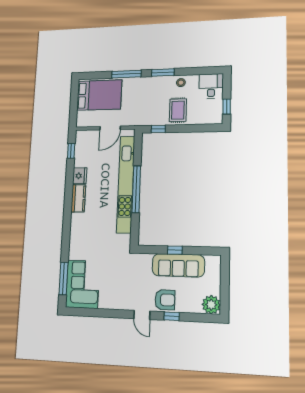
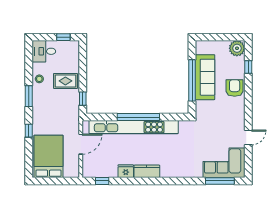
window: (126, 74) -> (29, 131), width x0.46
door: (110, 128) -> (81, 144), hinge flipped
window: (175, 250) -> (192, 80), width x3.17
door: (142, 315) -> (248, 138), moved
window: (172, 316) -> (248, 67), moved

